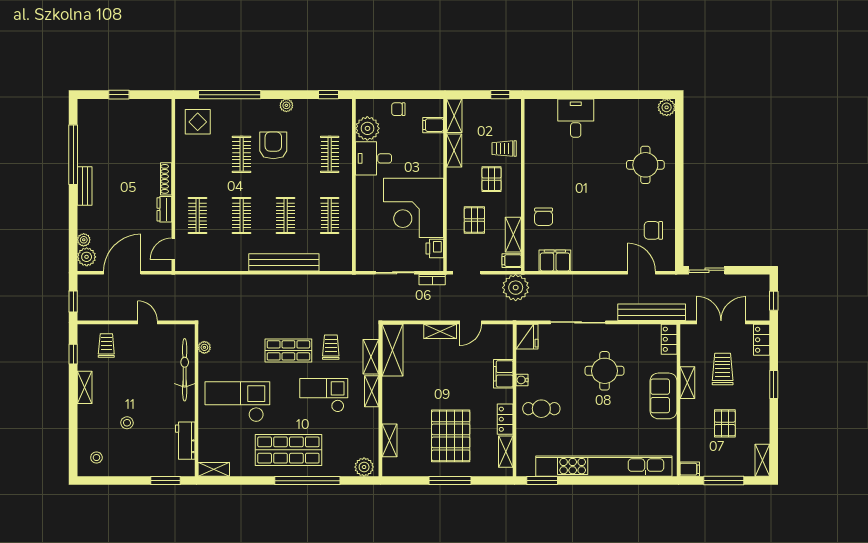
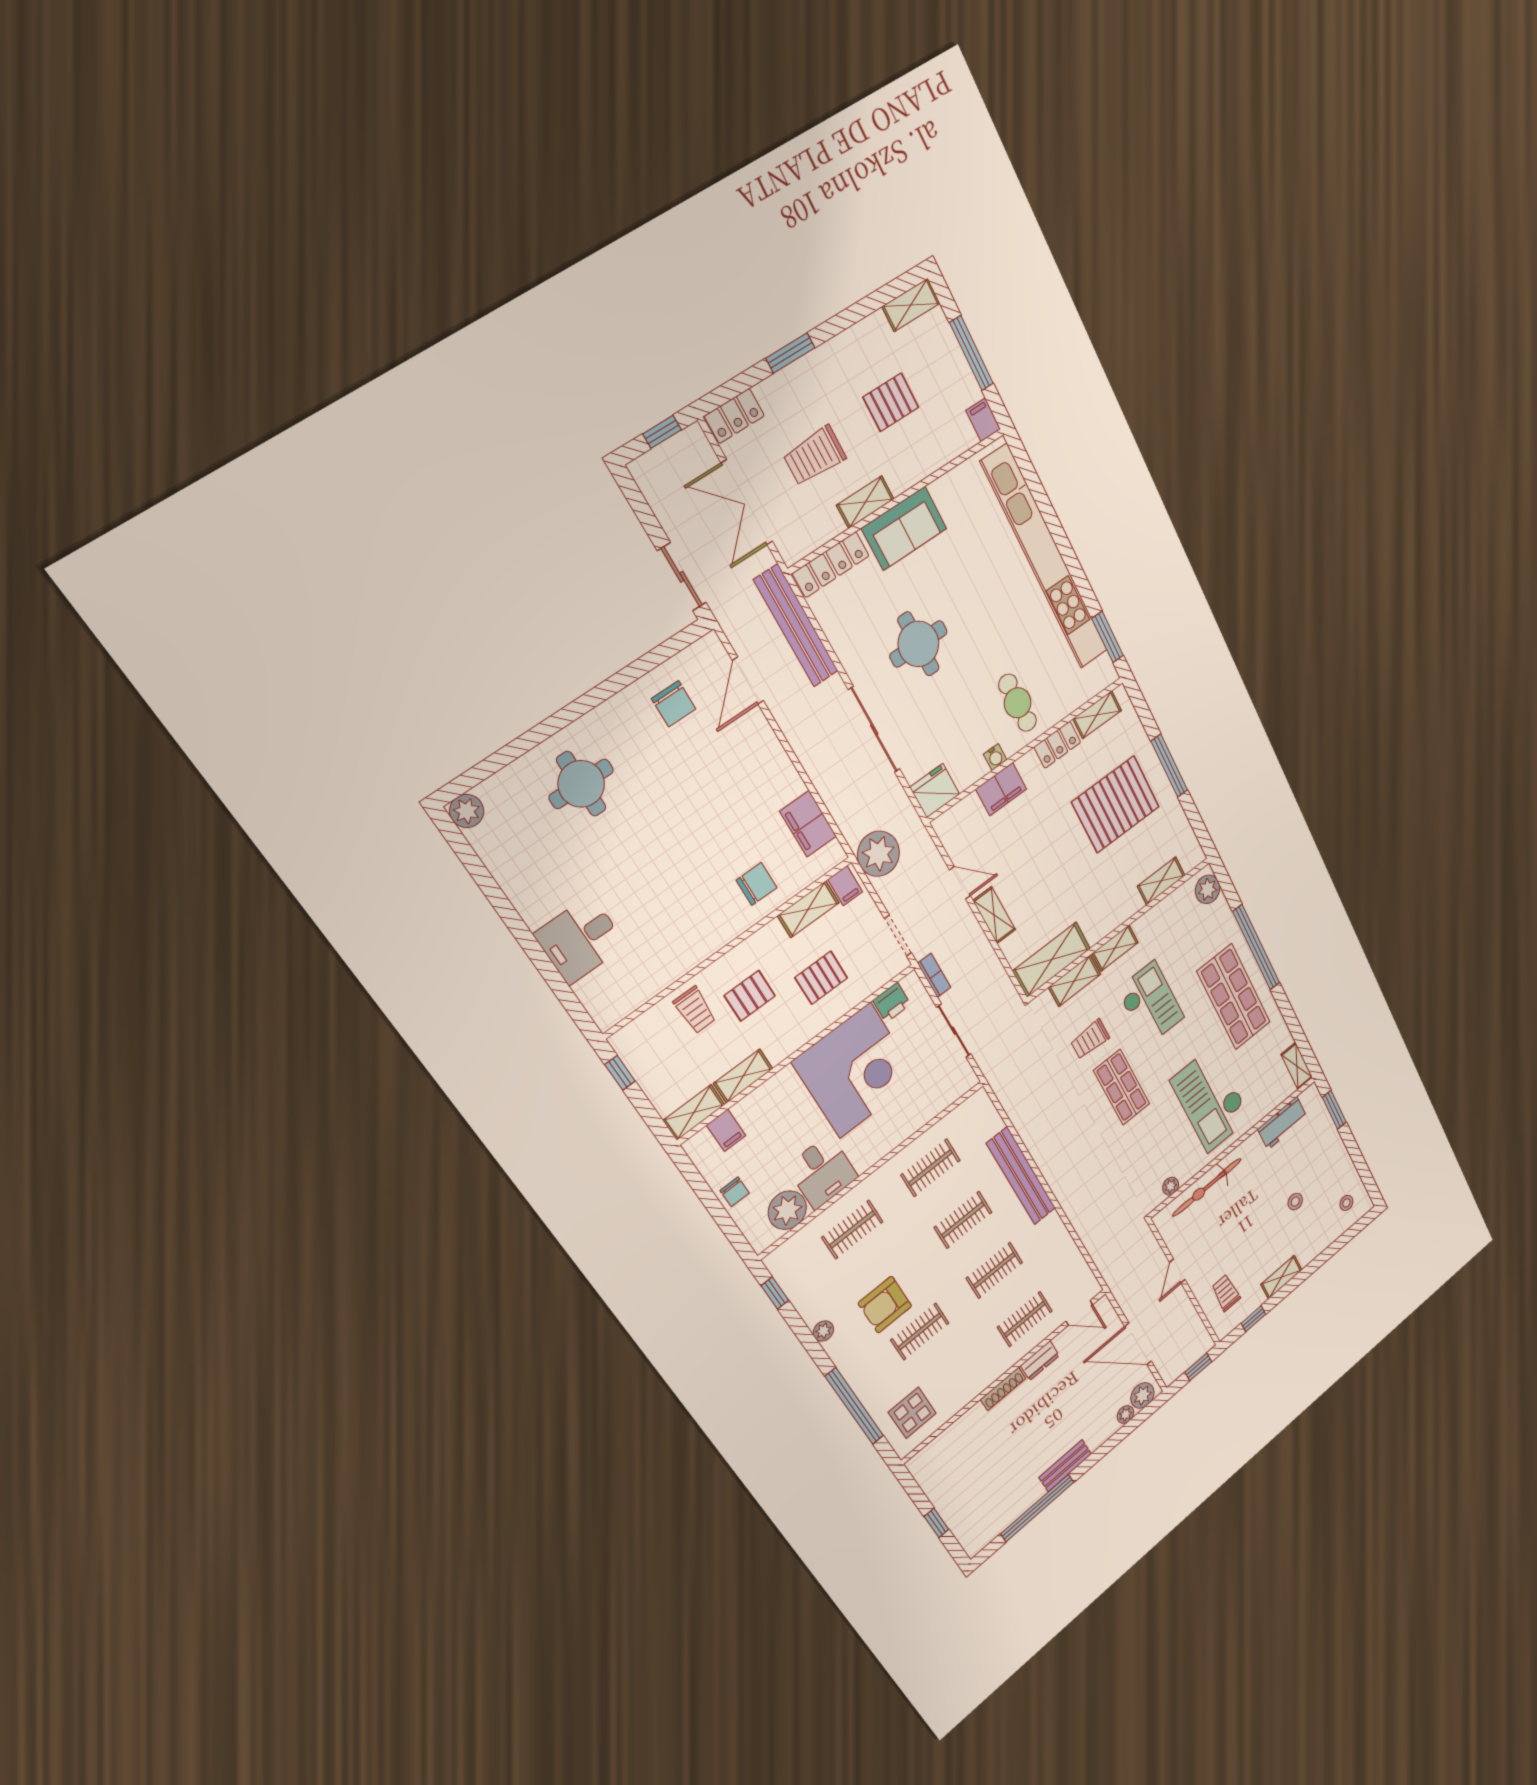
locker: (669, 339) -> (831, 565), width x1.53
trolley: (106, 345) -> (1226, 1293), turned 90
checkout: (324, 395) -> (1151, 1004), turned 180

